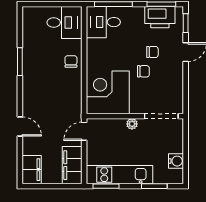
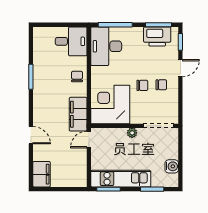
desk: (103, 22) -> (106, 46), width x1.37
chair: (152, 52) -> (161, 85), moved
filing cabinet: (72, 165) -> (78, 114), moved

